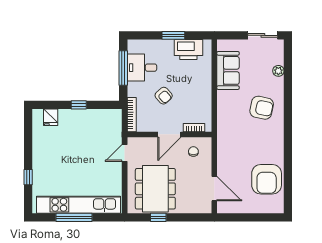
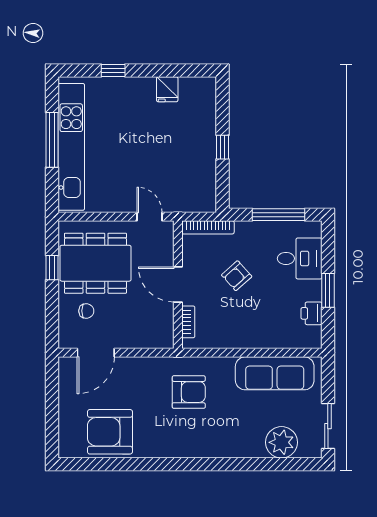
printer: (188, 49) -> (312, 313), width x0.53, depth x0.68
desk: (142, 68) -> (300, 258), moved, turned 90
sofa: (228, 70) -> (275, 373), width x1.36
plant: (278, 71) -> (282, 442), width x1.88, depth x1.88
armchair: (262, 108) -> (189, 392), moved, turned -102
fridge: (51, 117) -> (167, 89), moved, turned -90
chair: (193, 151) -> (86, 311), moved

